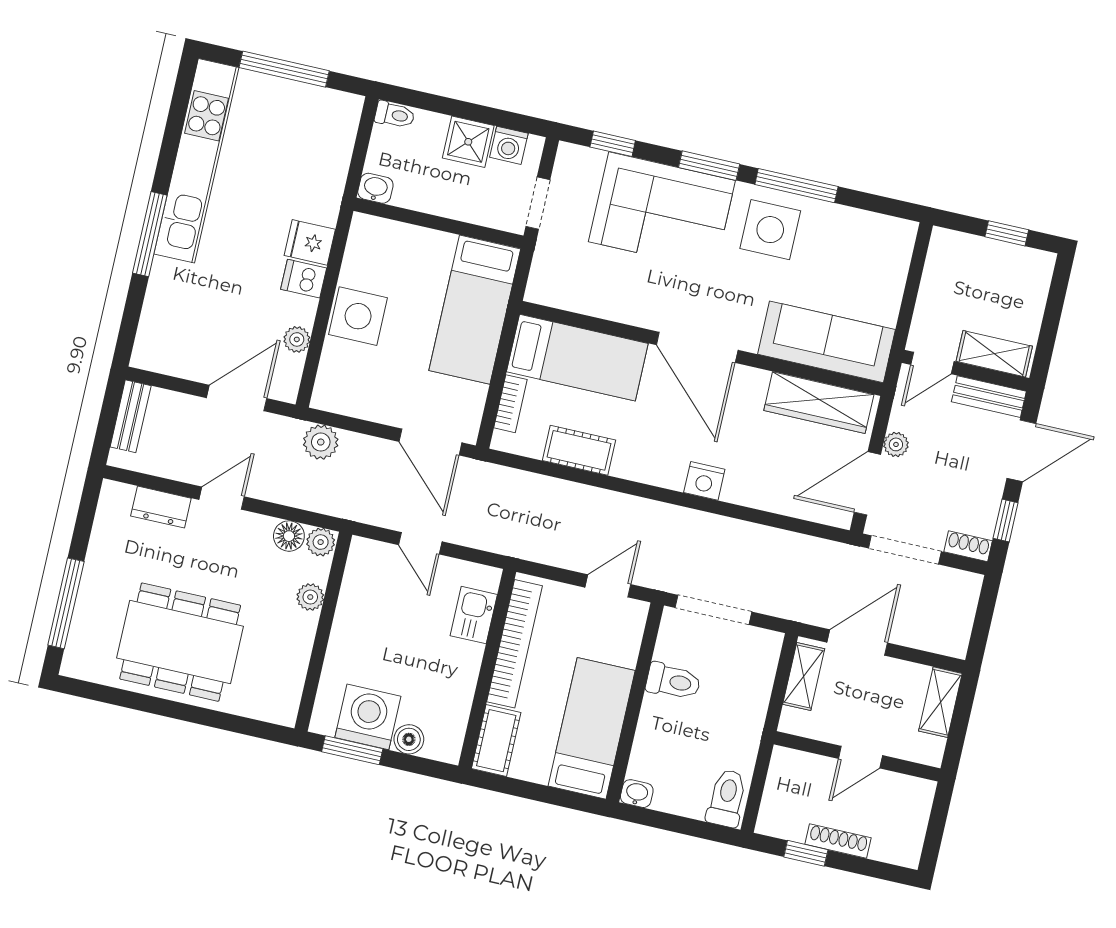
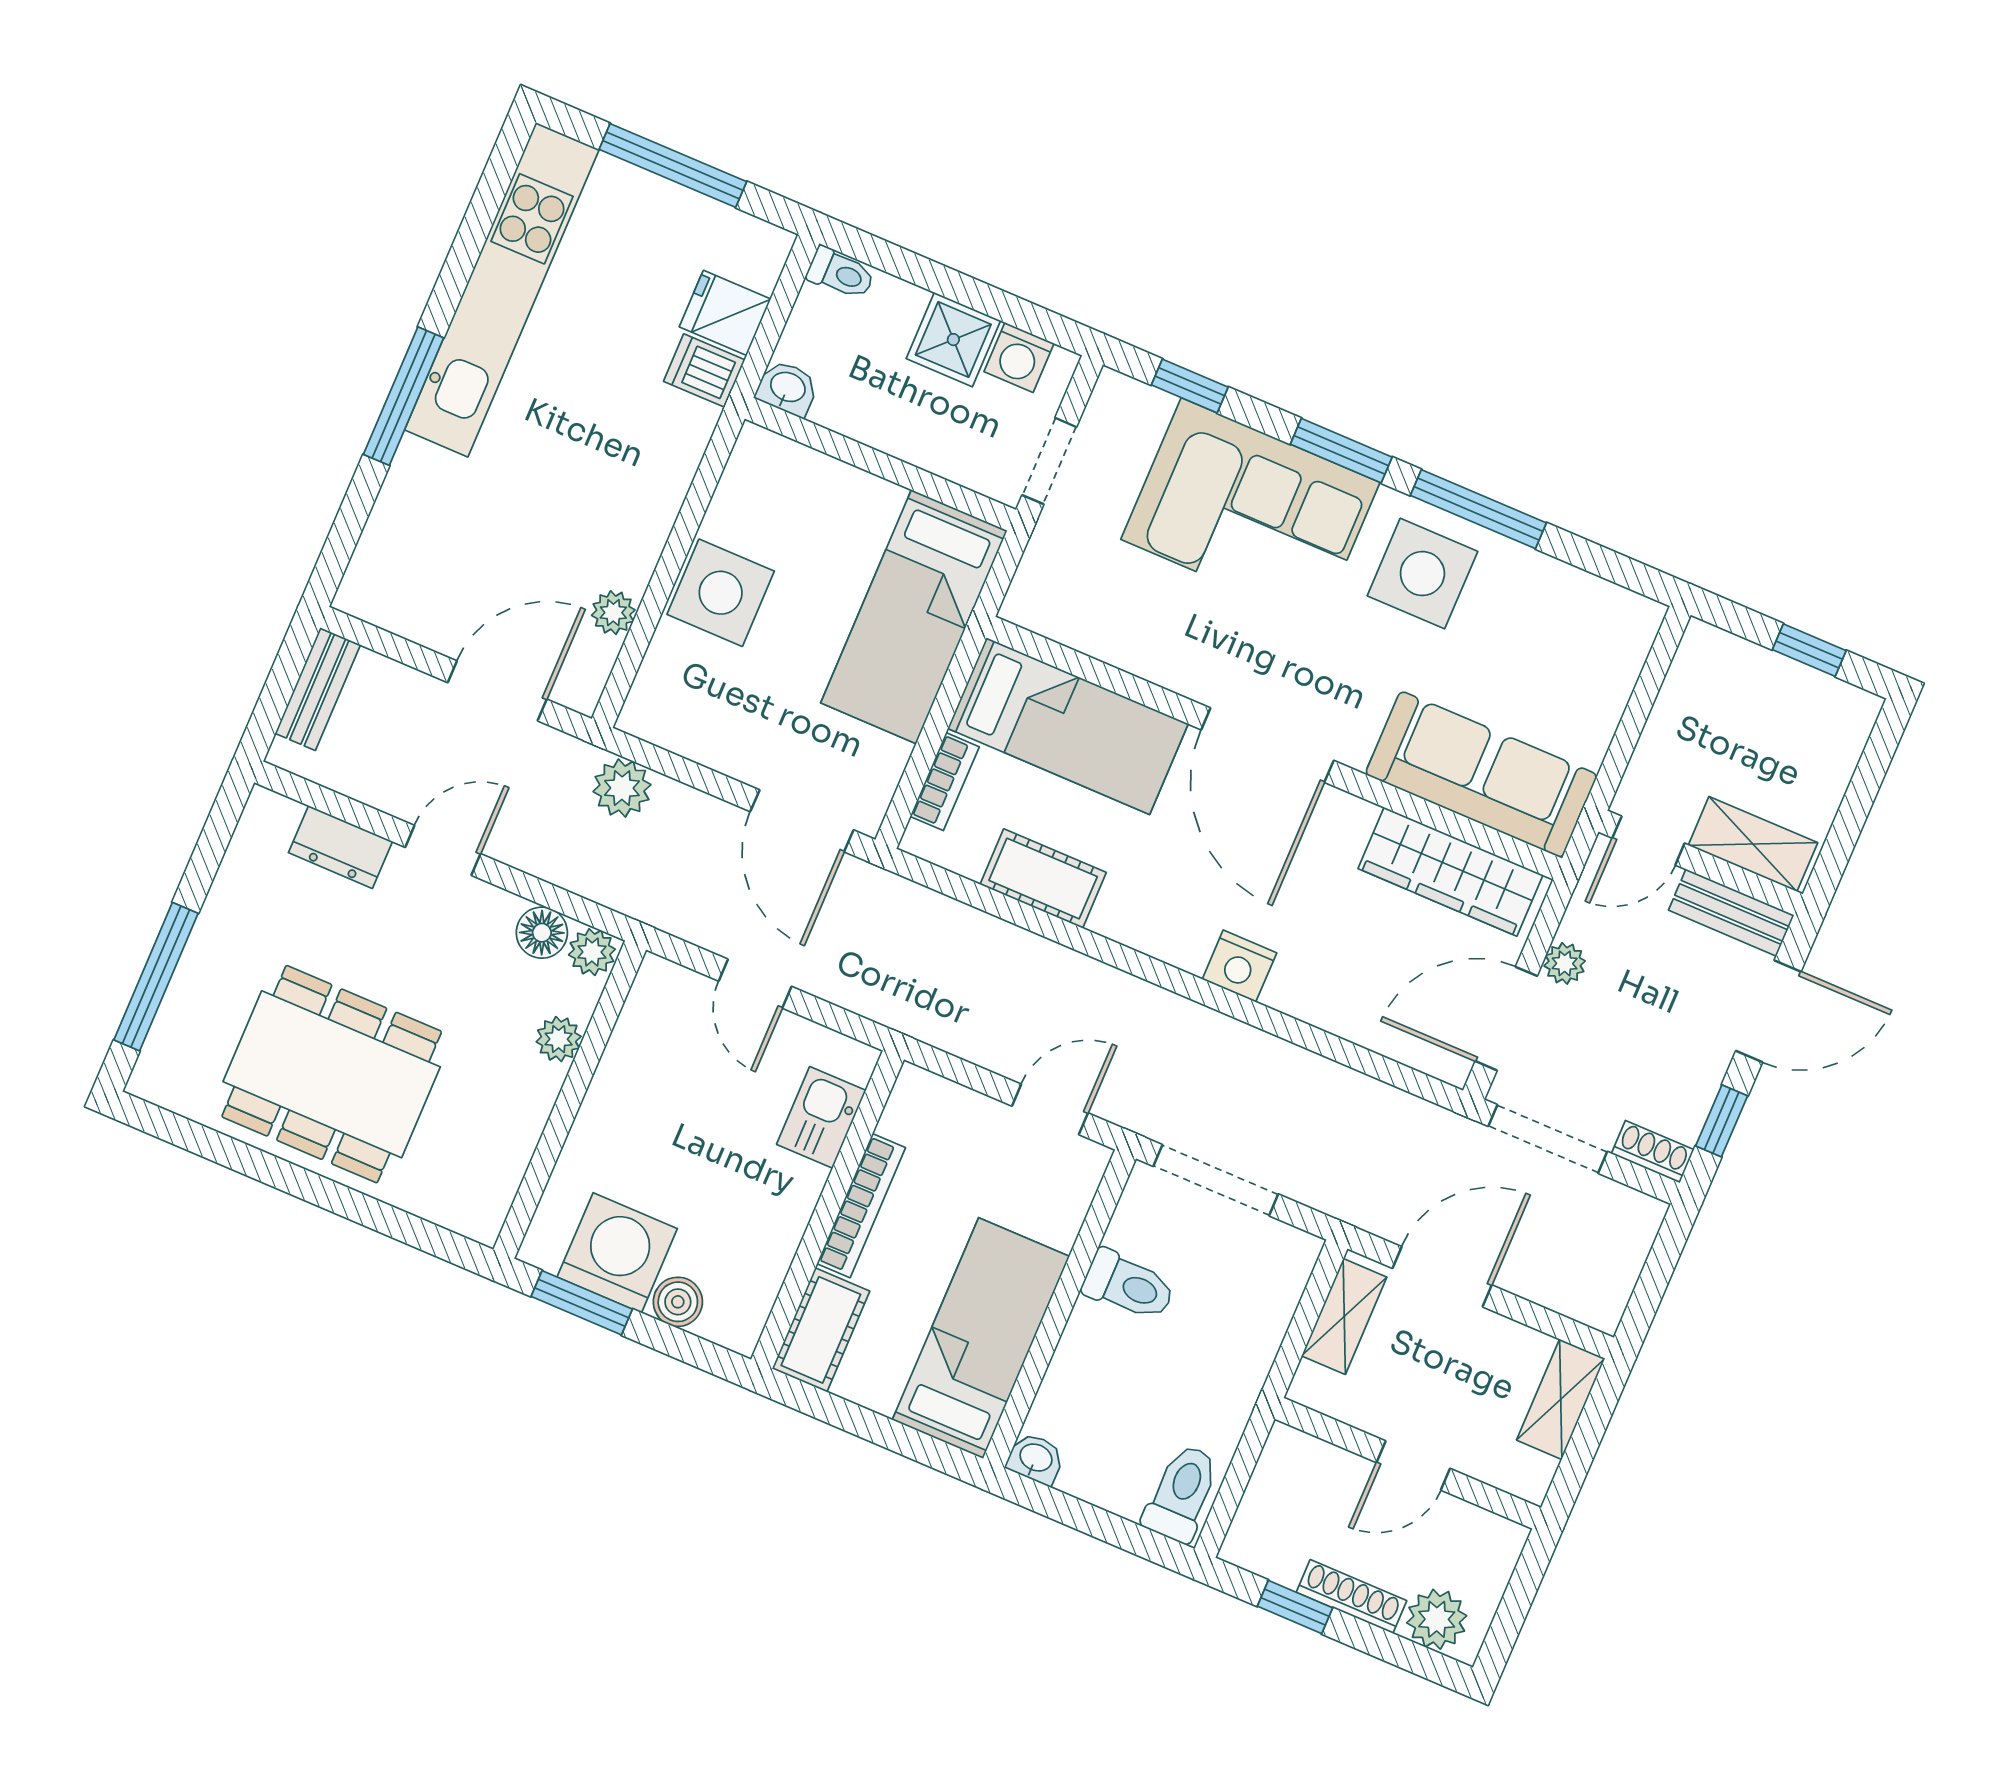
fridge: (310, 242) -> (725, 313), moved
dishwasher: (304, 279) -> (704, 371), moved
bookcase: (515, 644) -> (861, 1206), width x0.68, depth x0.76
plant: (891, 845) -> (1437, 1619), added

